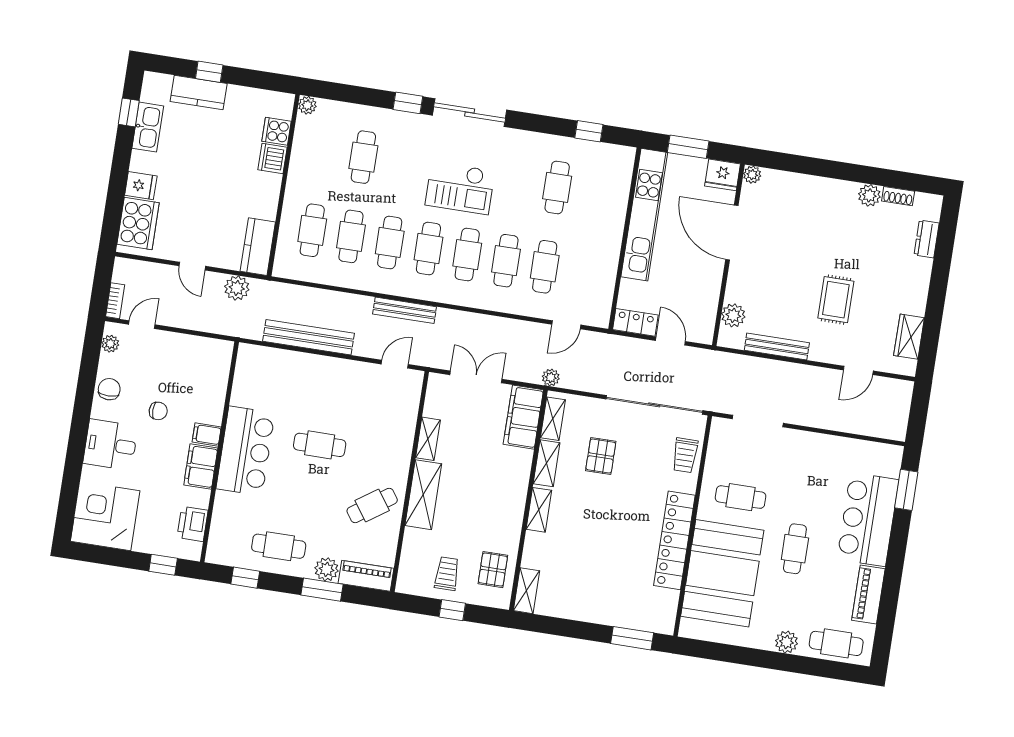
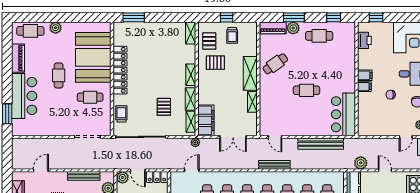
plant: (702, 332) -> (122, 177), added
door: (395, 364) -> (275, 137), hinge flipped
bar counter: (245, 451) -> (343, 114), moved
filing cabinet: (201, 467) -> (365, 75), width x0.50
pallet: (488, 526) -> (215, 63), added

